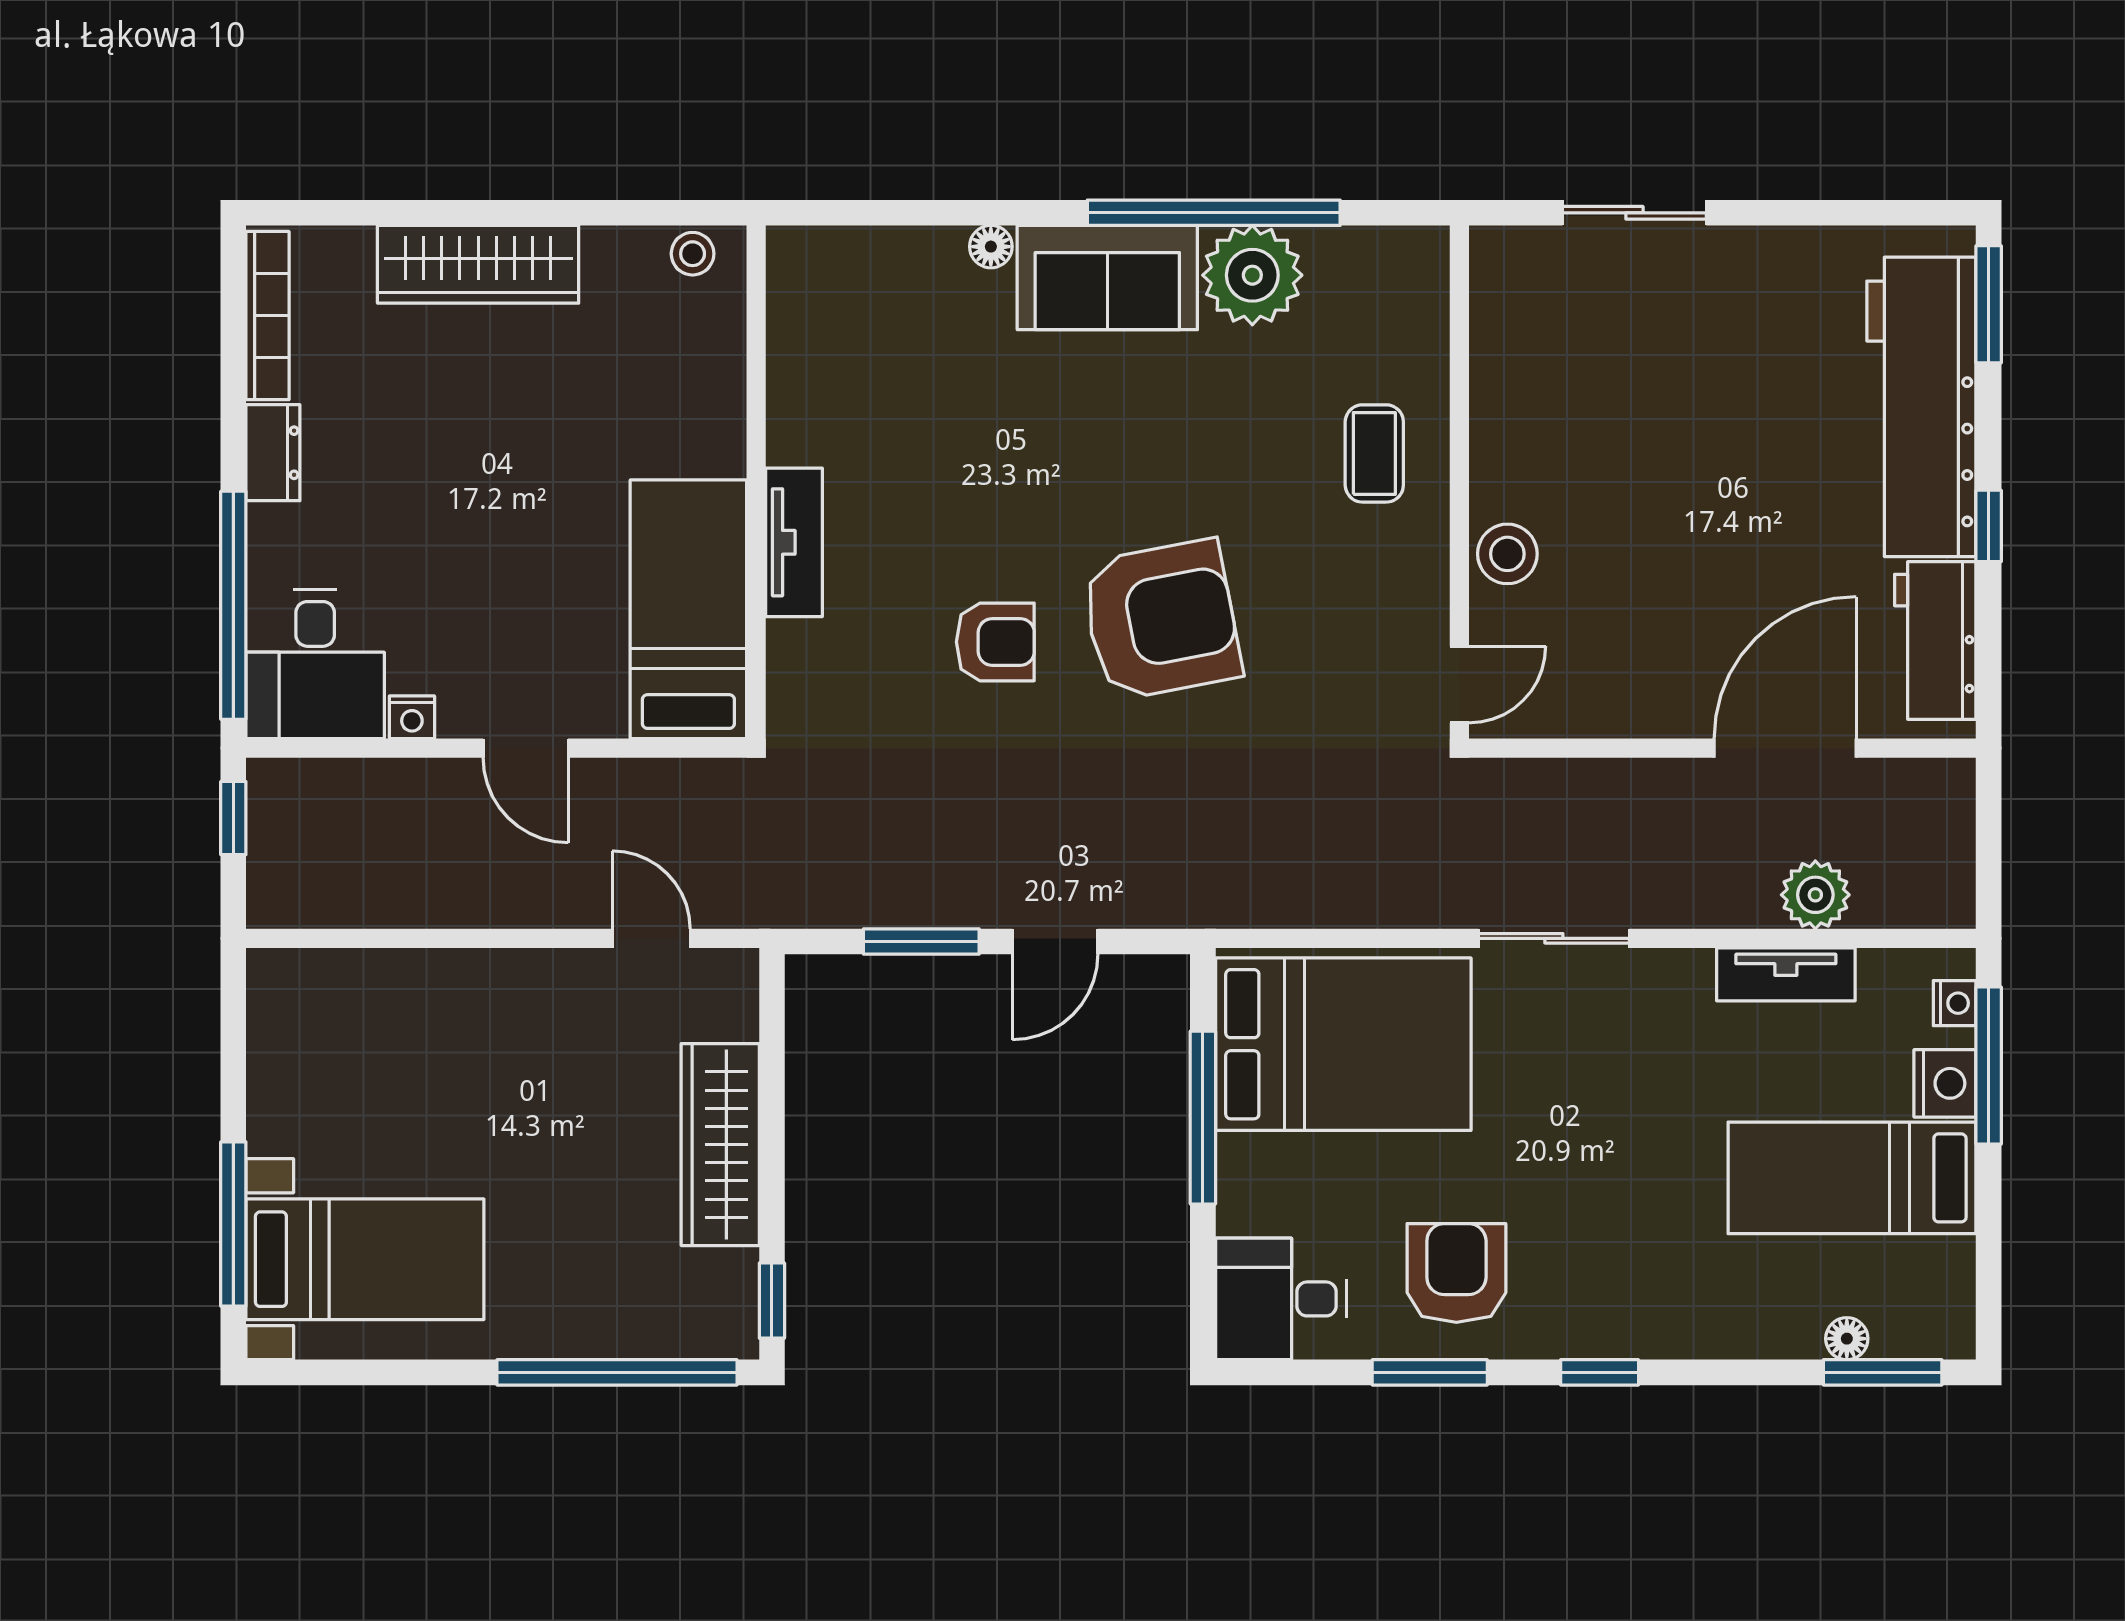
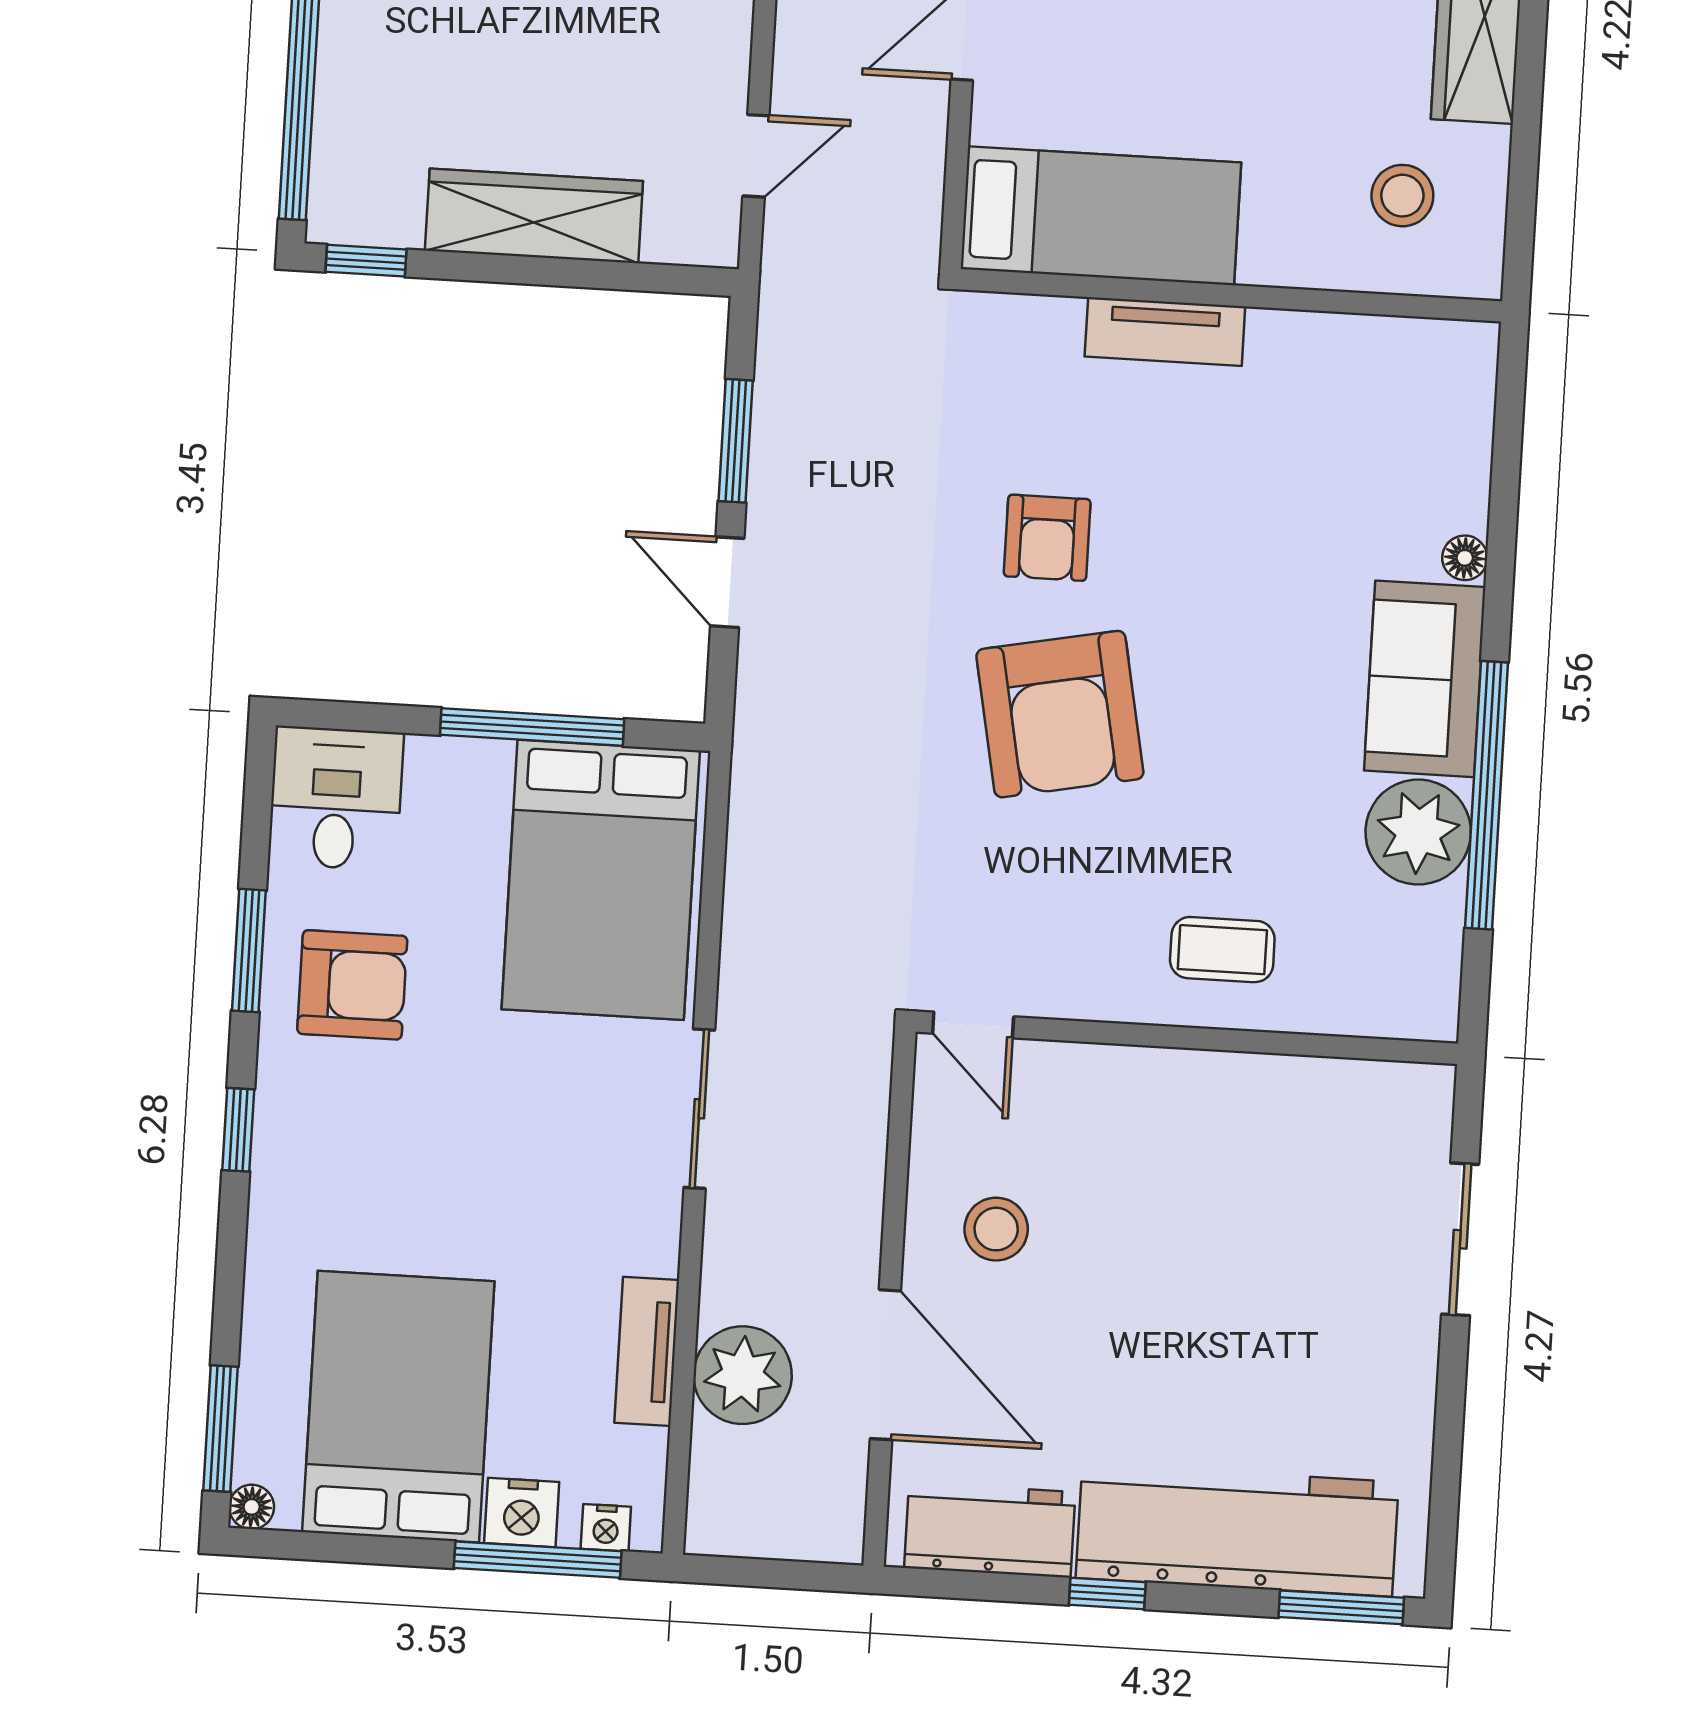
stool: (693, 254) -> (1402, 196), moved, width x1.37, depth x1.37
stool: (1507, 554) -> (996, 1229), moved
plant: (1815, 895) -> (743, 1375), width x1.36, depth x1.36
bed: (1852, 1178) -> (398, 1407), width x1.50
floor lamp: (1847, 1339) -> (252, 1507), moved

